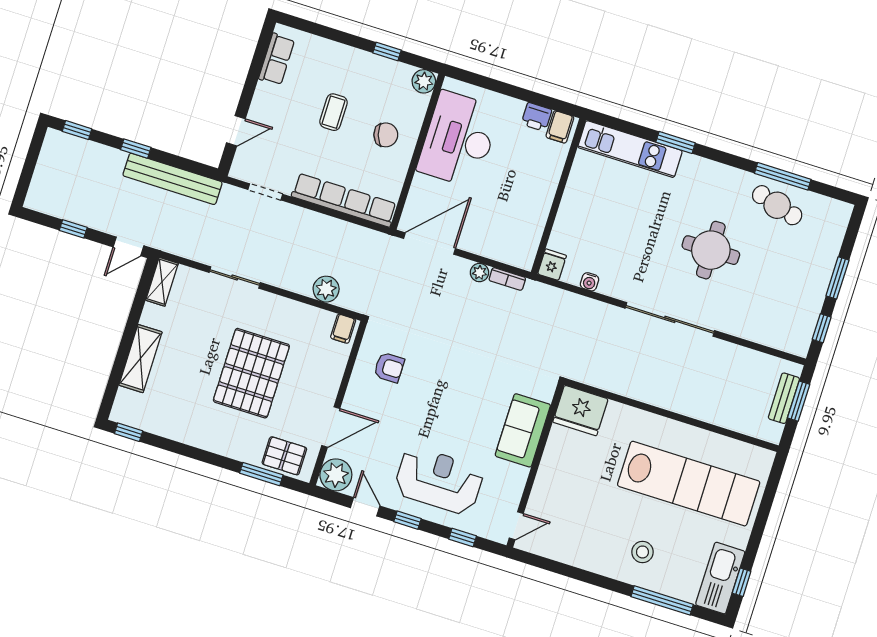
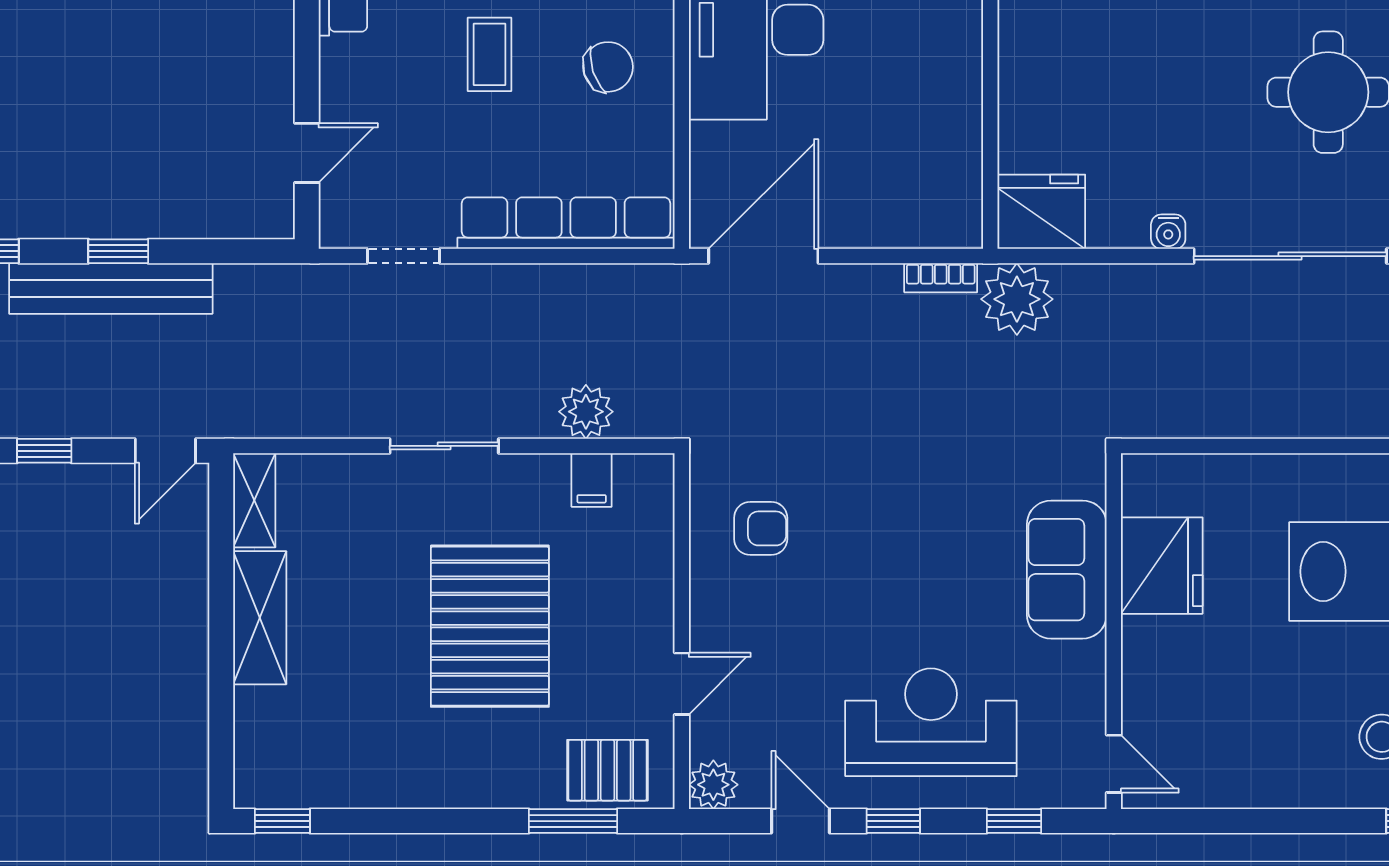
bench: (173, 179) -> (111, 288), moved
fridge: (552, 265) -> (1041, 212), width x1.88, depth x1.34
plant: (479, 273) -> (1017, 299), moved, width x1.87, depth x1.87
sliding door: (235, 277) -> (444, 446), moved
water cooler: (589, 282) -> (1168, 232), moved
filing cabinet: (343, 329) -> (592, 480), moved
shelving: (140, 359) -> (260, 618), moved
fridge: (580, 411) -> (1162, 566), moved, turned -90
door: (331, 427) -> (682, 684), width x0.73
plant: (336, 475) -> (713, 785), width x0.73, depth x0.73
door: (516, 526) -> (1114, 764), hinge flipped

